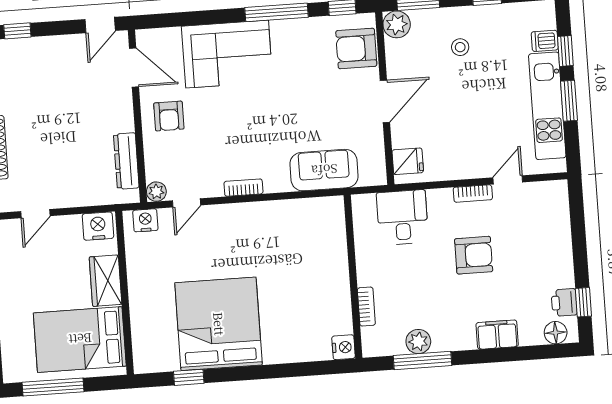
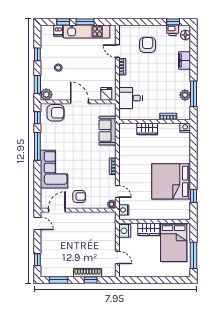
armchair: (356, 48) -> (56, 113), turned -90
dresser: (126, 161) -> (97, 216), removed
armchair: (474, 255) -> (148, 45), moved
wardrobe: (335, 260) -> (147, 129), added

